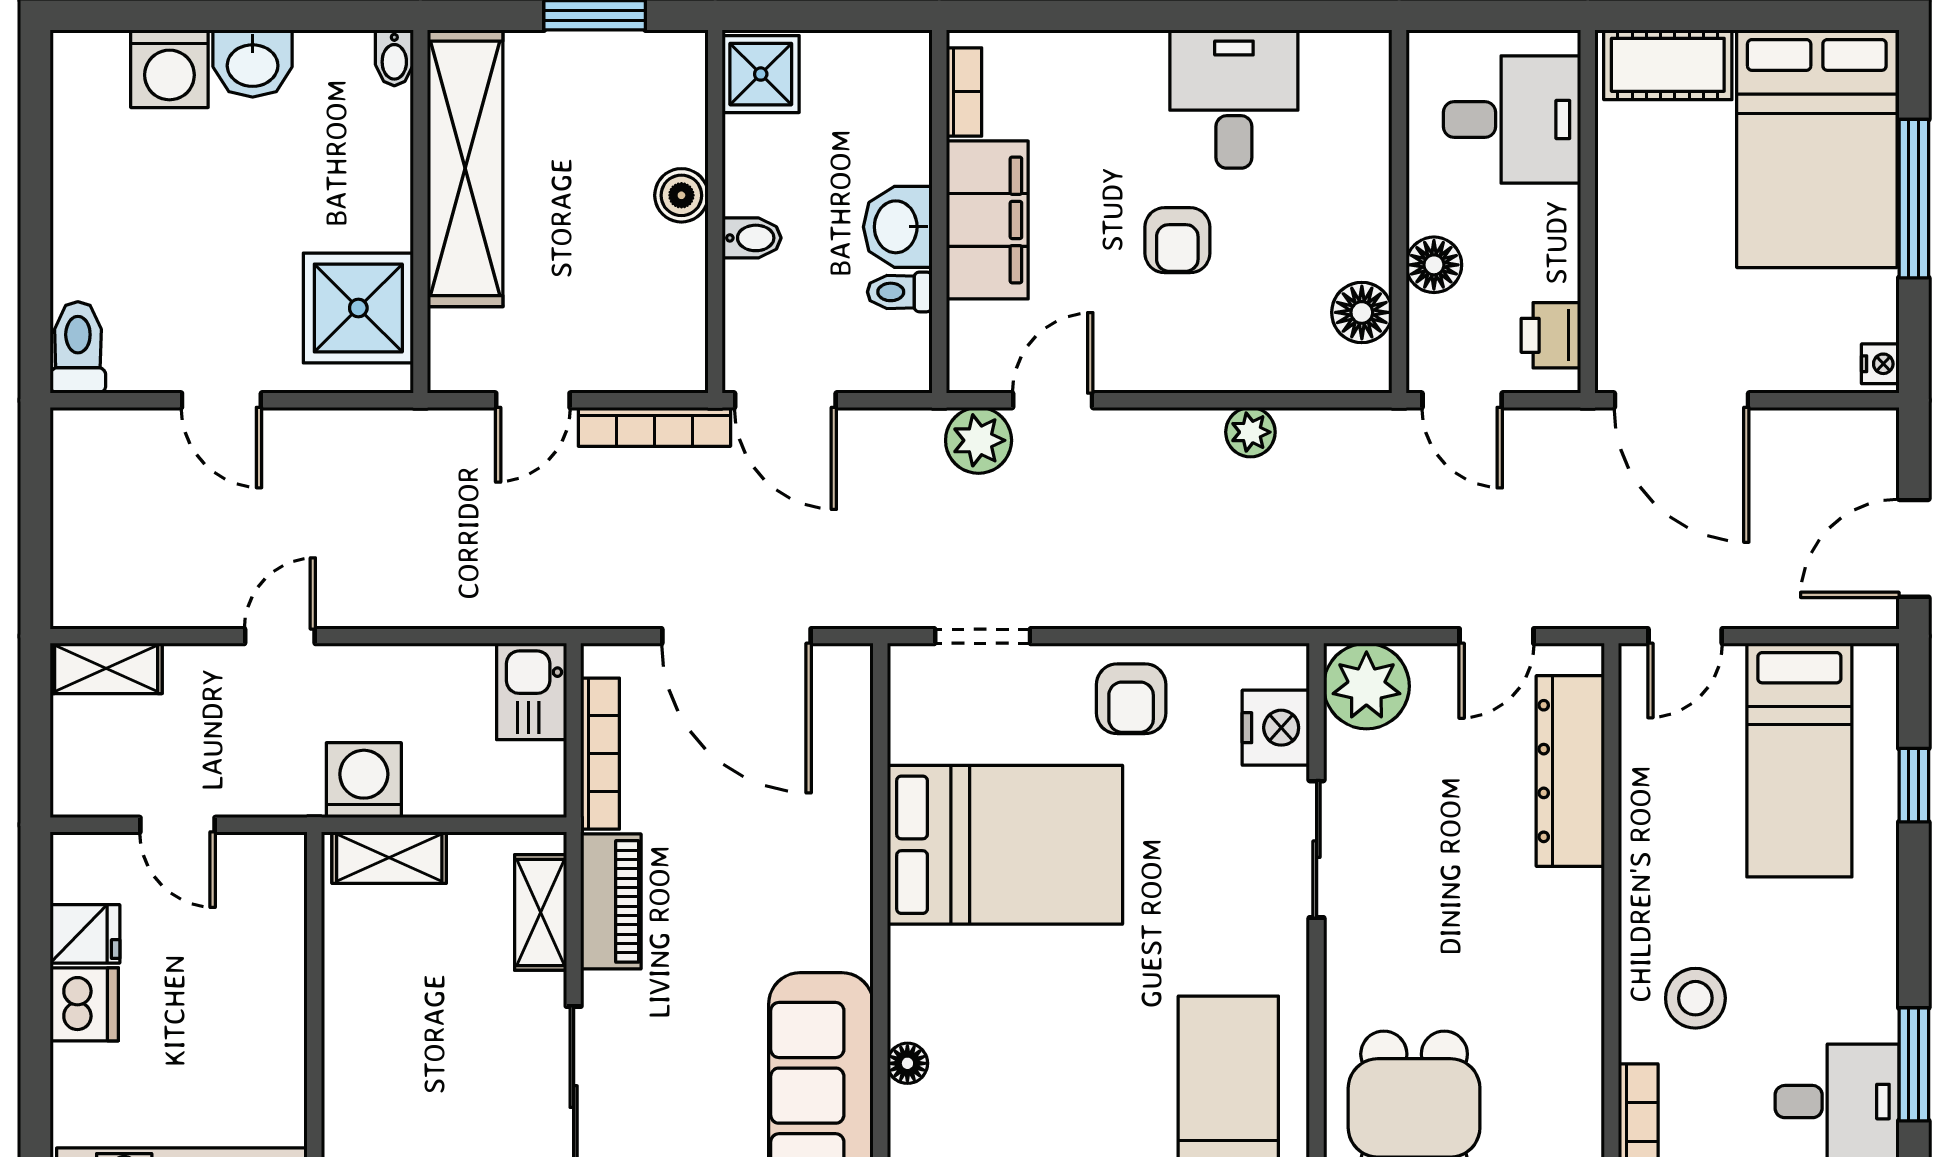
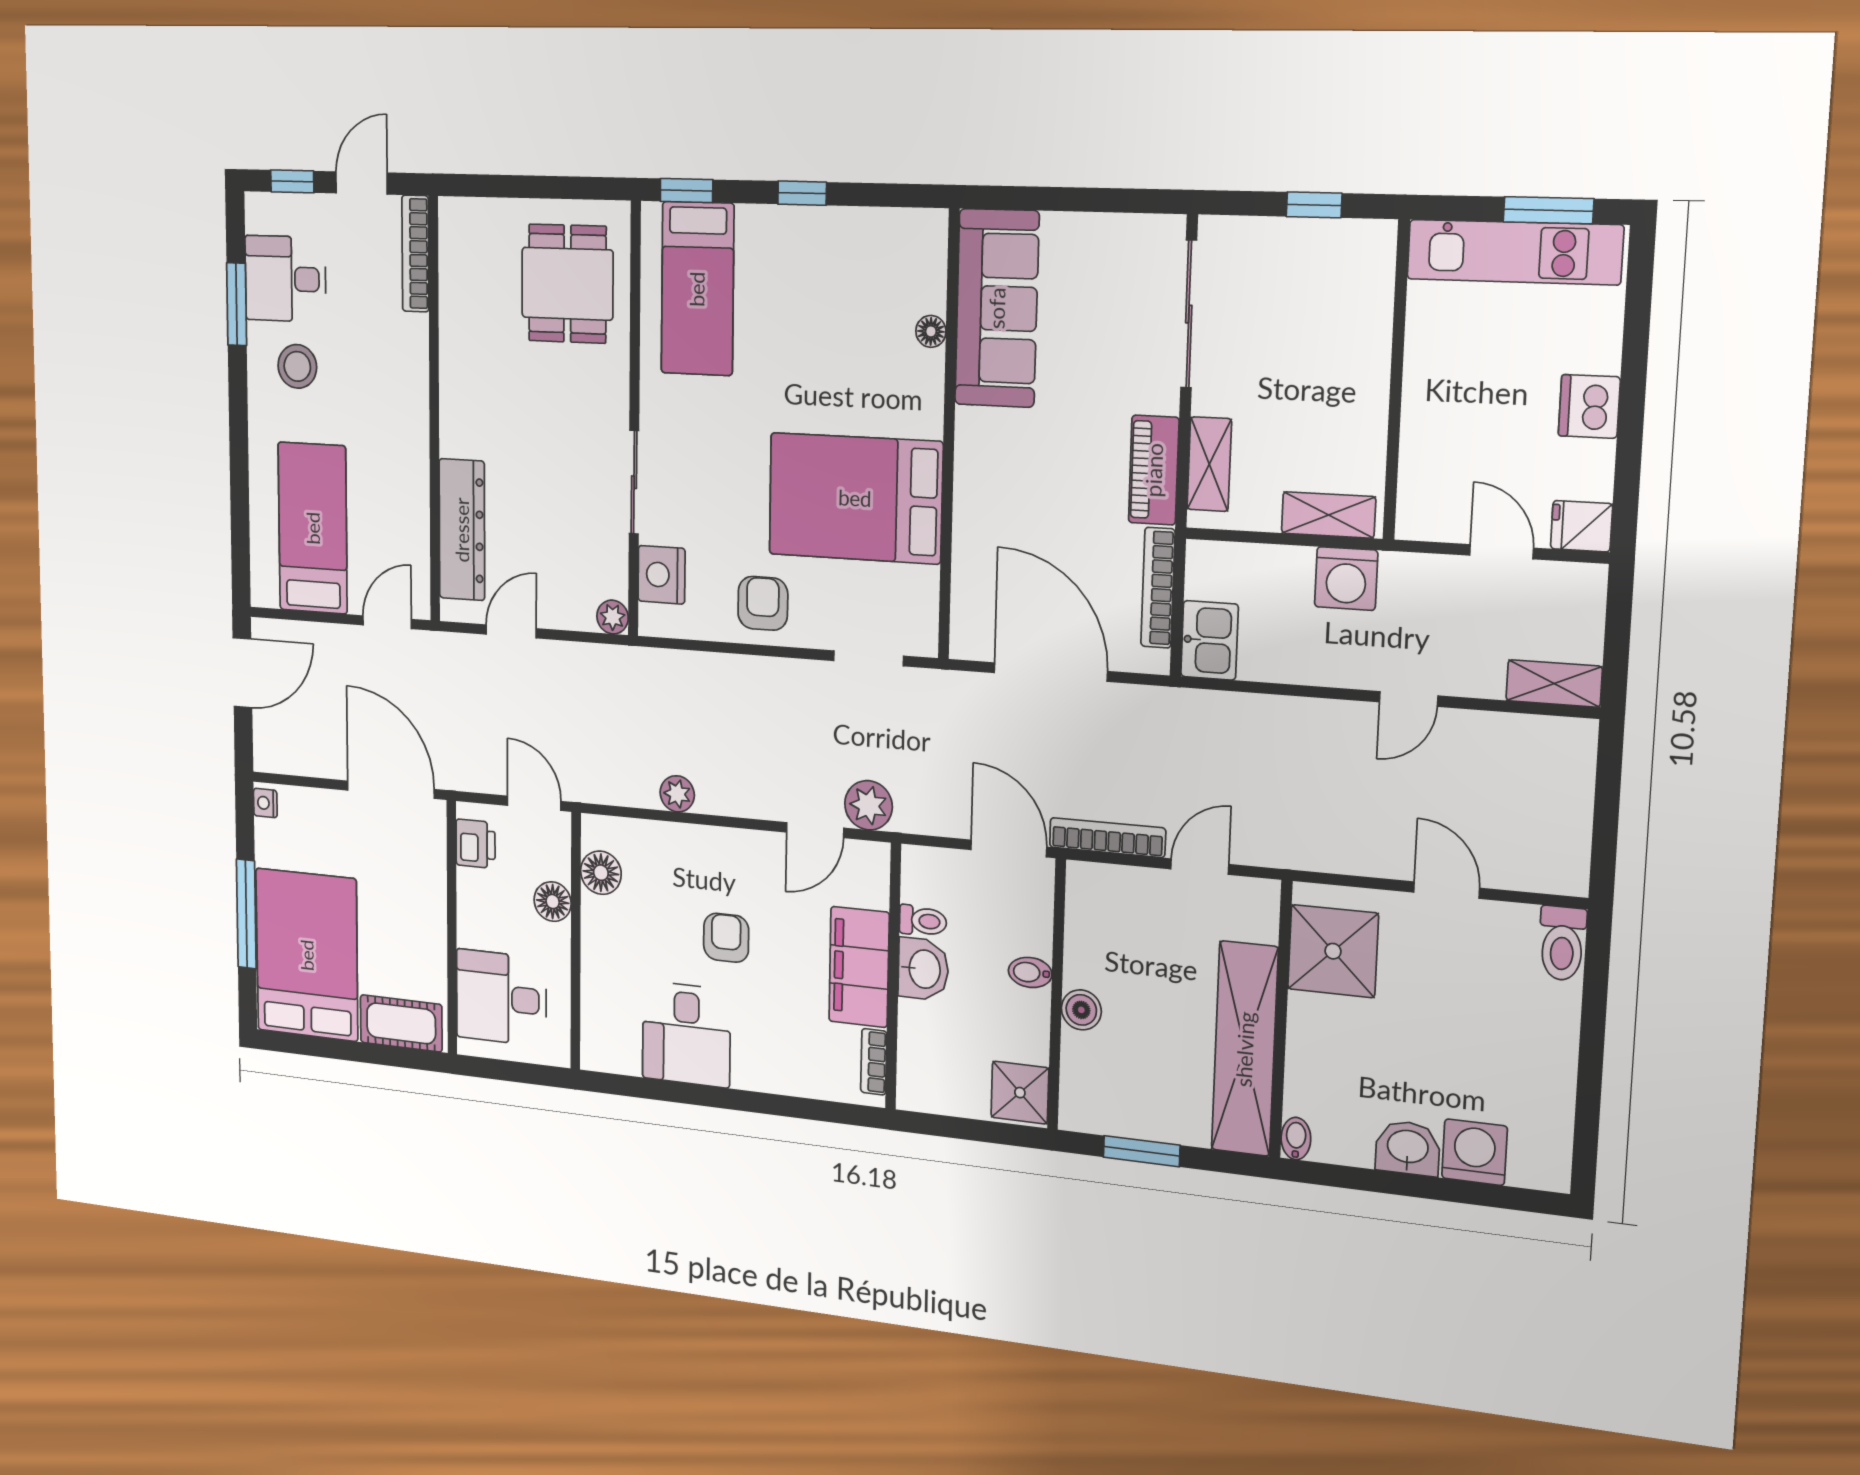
plant: (1366, 686) -> (613, 617), width x0.53, depth x0.53
window: (1914, 785) -> (240, 506), removed
fridge: (85, 934) -> (1581, 526), moved
stool: (1695, 998) -> (297, 366), moved

